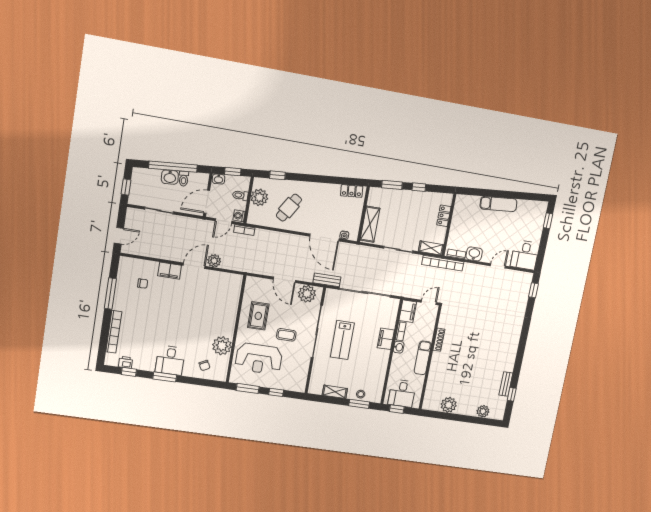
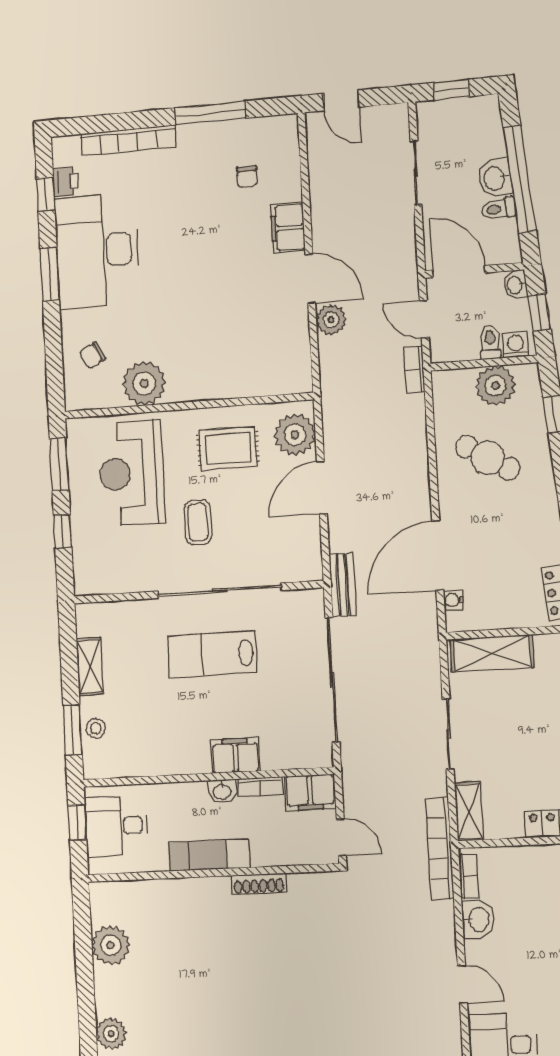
washing machine: (239, 216) -> (515, 345), moved
plant: (307, 294) -> (295, 435), moved
desk: (170, 360) -> (97, 251), width x1.87, depth x1.30

